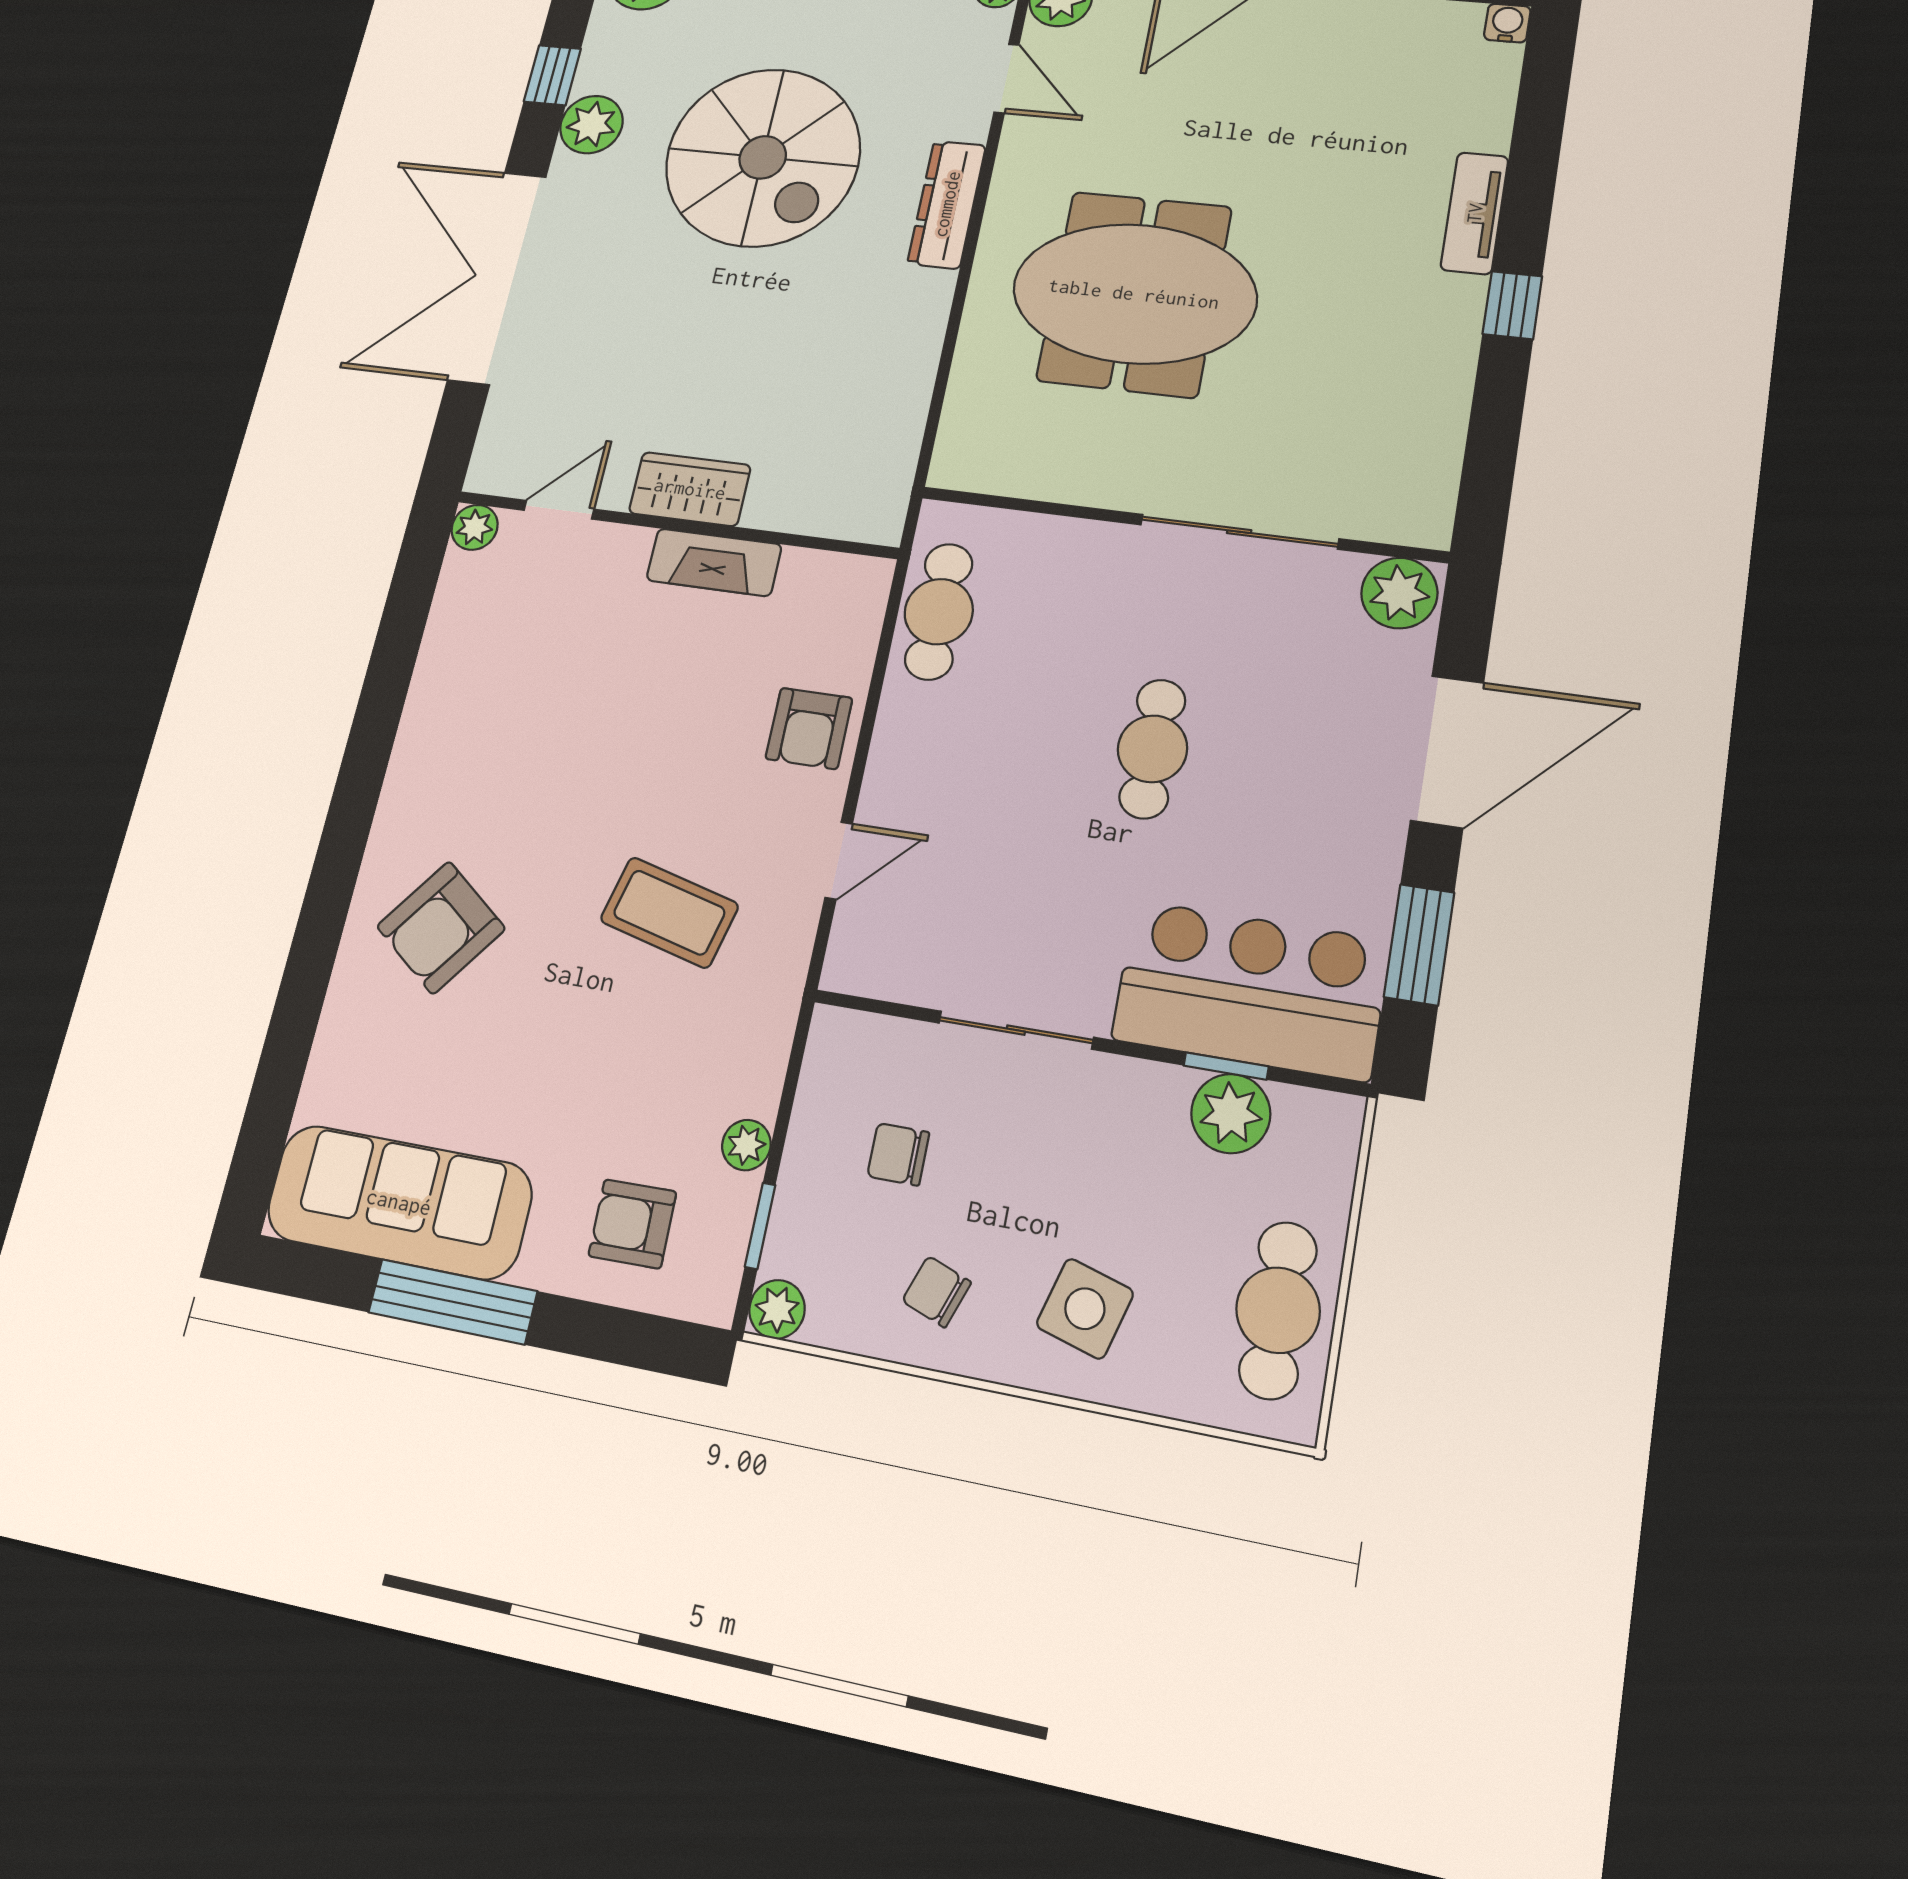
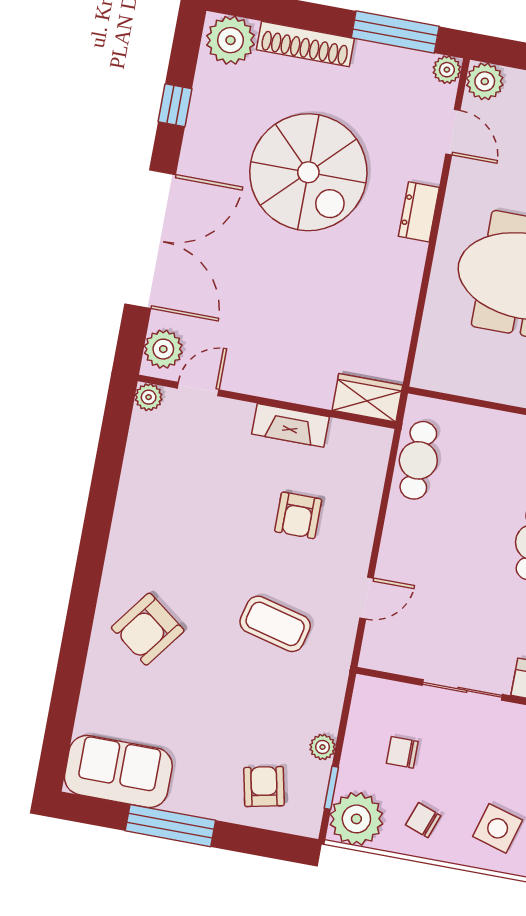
plant: (591, 125) -> (163, 349), moved
dresser: (947, 204) -> (419, 212), width x0.70
double door: (497, 277) -> (150, 239), swing flipped
wardrobe: (690, 489) -> (367, 398), moved
armchair: (809, 728) -> (298, 515), moved
sofa: (399, 1202) -> (118, 771), width x0.73
armchair: (632, 1224) -> (264, 787), turned 79
plant: (777, 1309) -> (356, 819), width x1.87, depth x1.87

